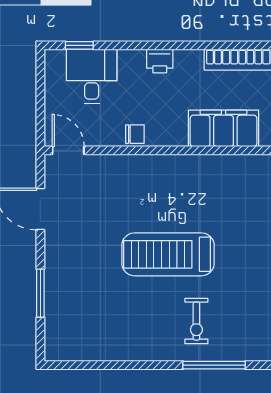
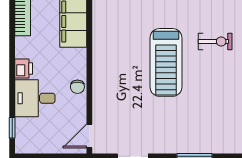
desk: (92, 76) -> (35, 98), moved
chair: (135, 134) -> (77, 87), turned 180

